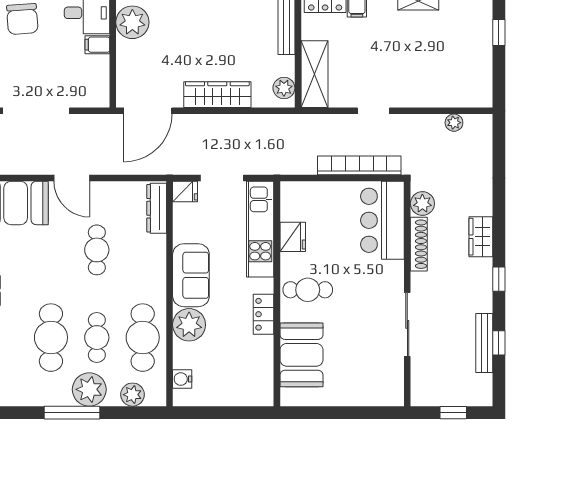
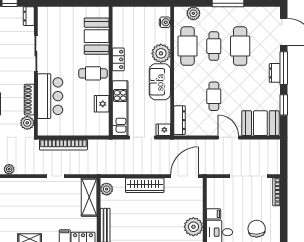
bar counter: (382, 220) -> (50, 96), moved
plant: (89, 389) -> (218, 16), removed
dresser: (420, 390) -> (29, 16), added

